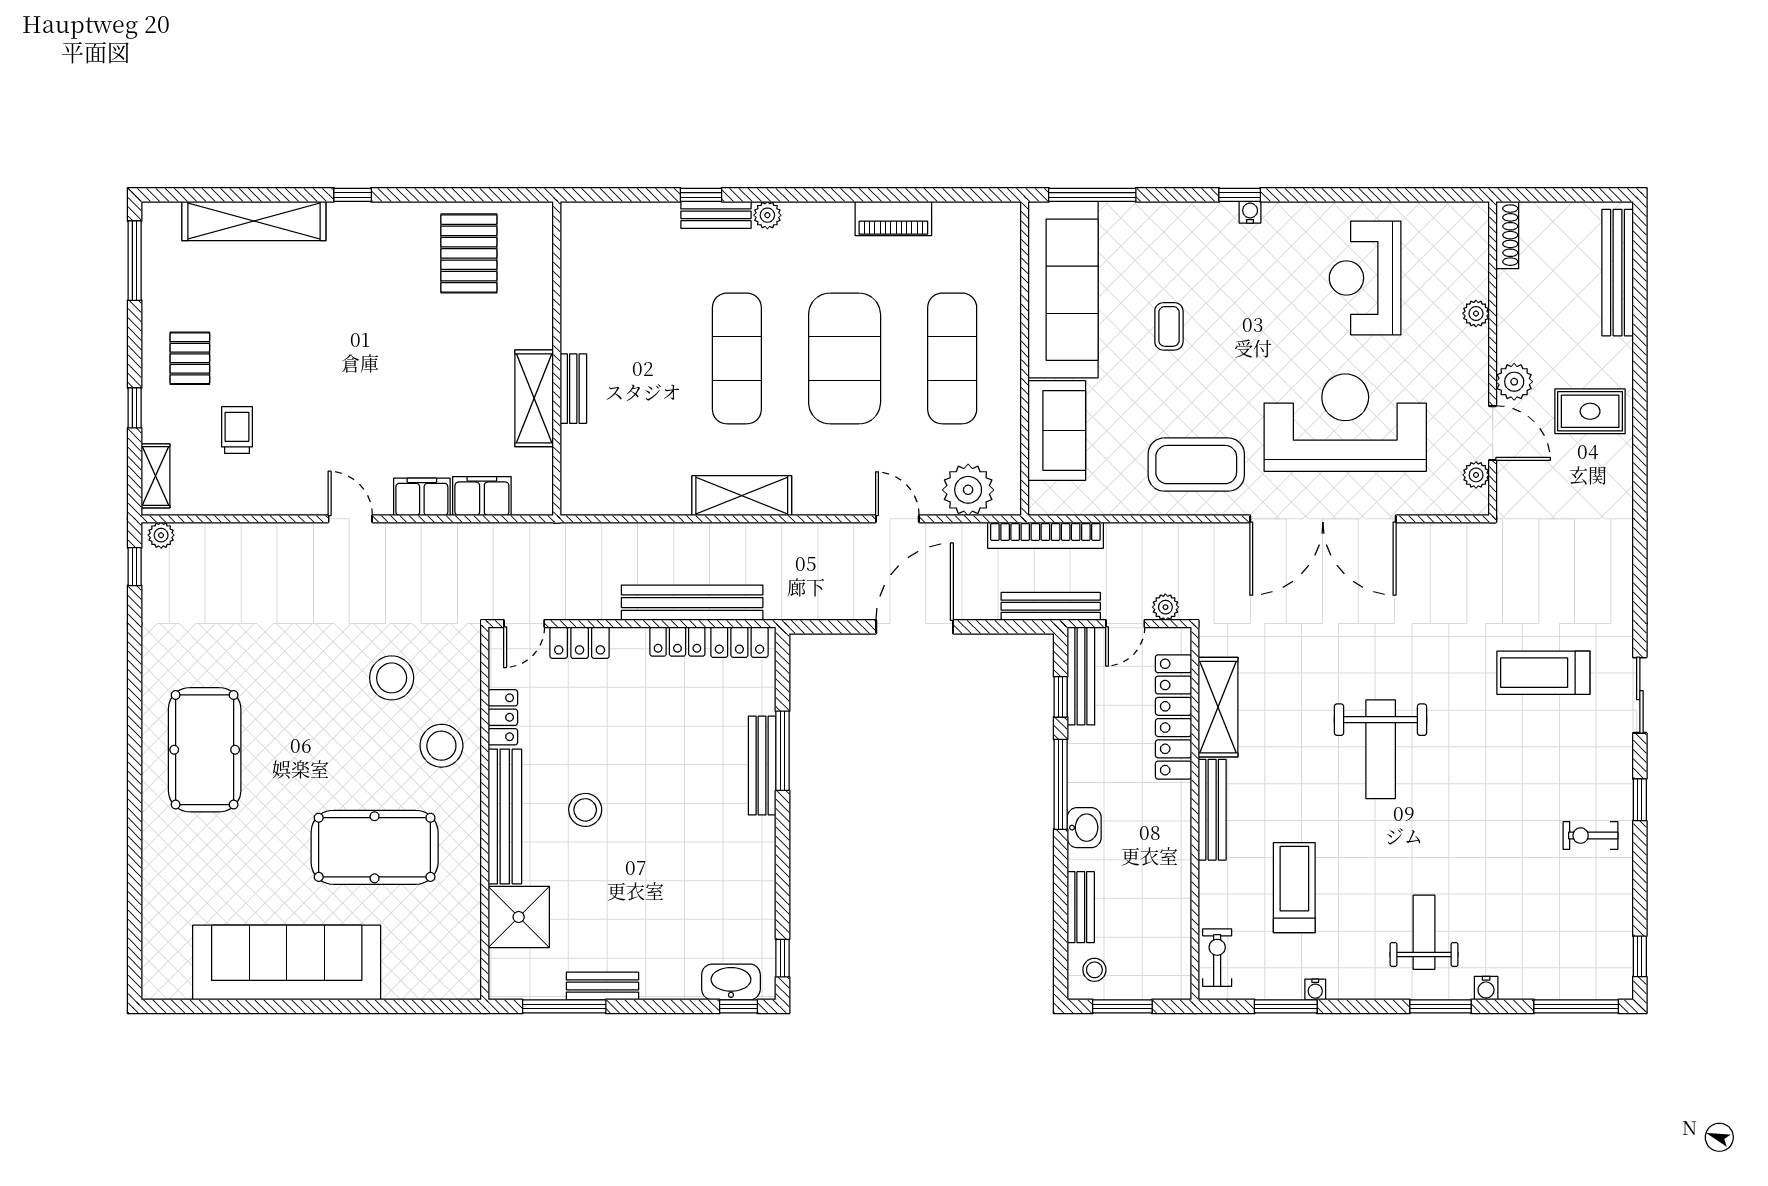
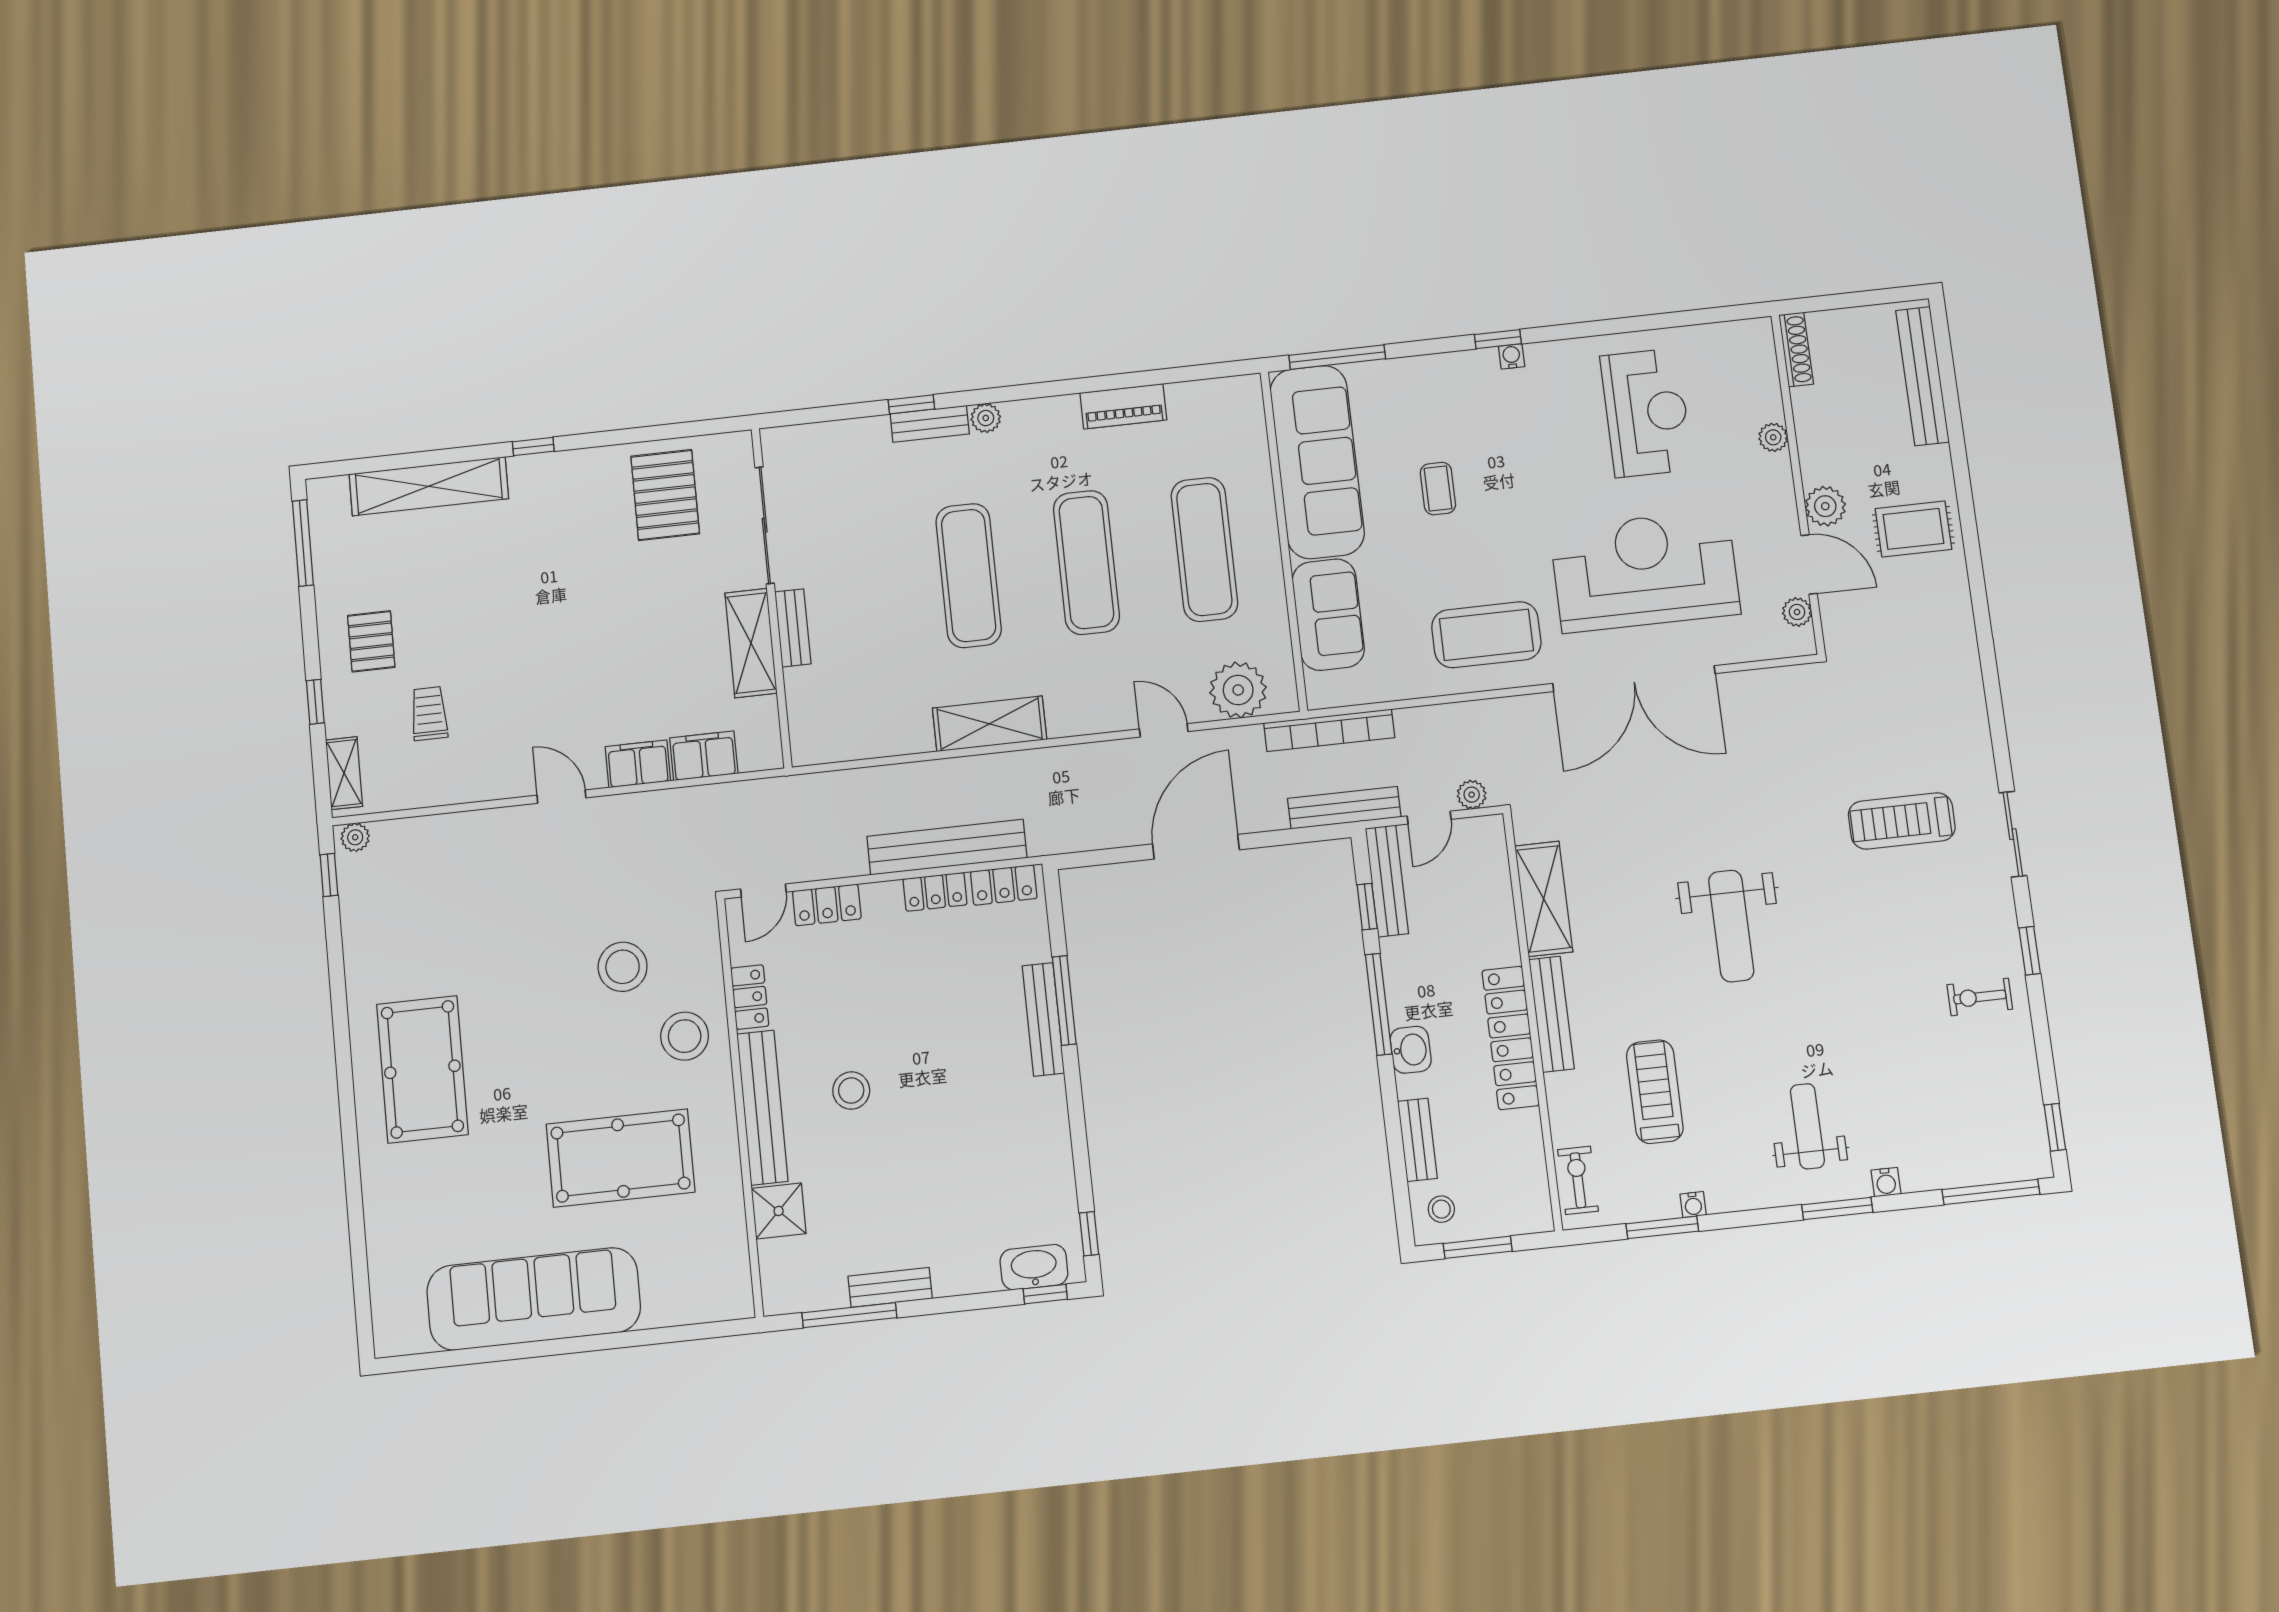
reception desk: (1365, 278) -> (1646, 413), turned 180
sliding door: (557, 292) -> (765, 525), added
exercise mat: (845, 358) -> (1086, 562), width x0.68
locker: (1173, 717) -> (1511, 1038), moved
shower: (519, 917) -> (779, 1211), width x0.73, depth x0.73

